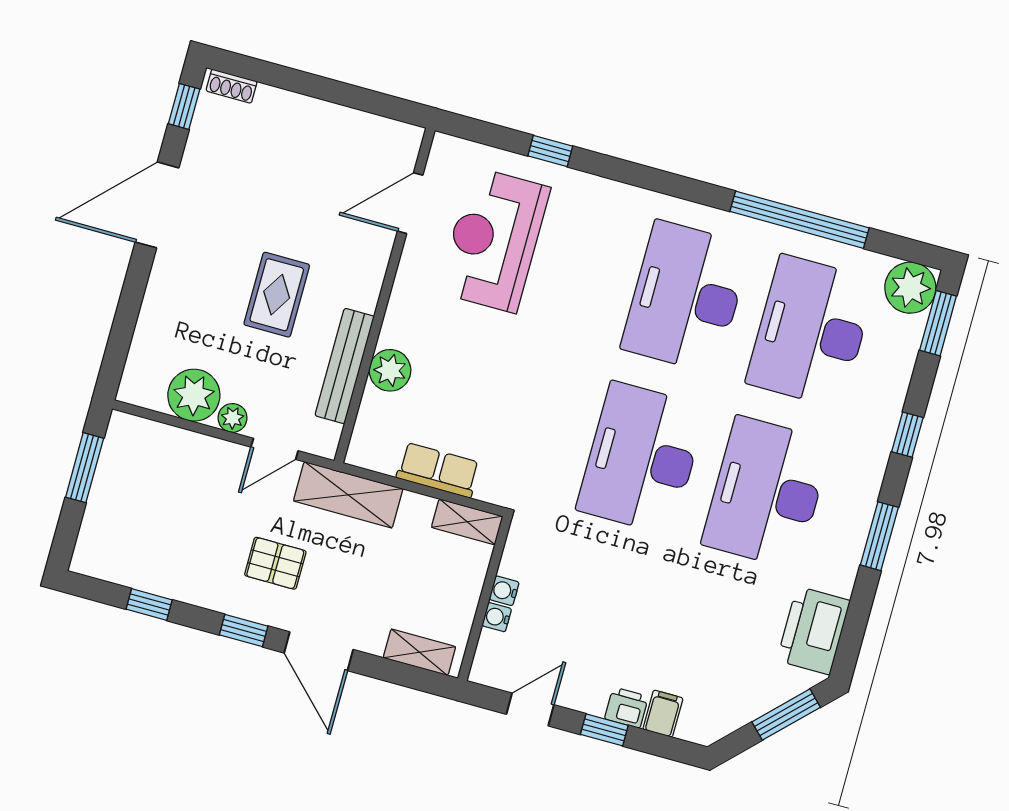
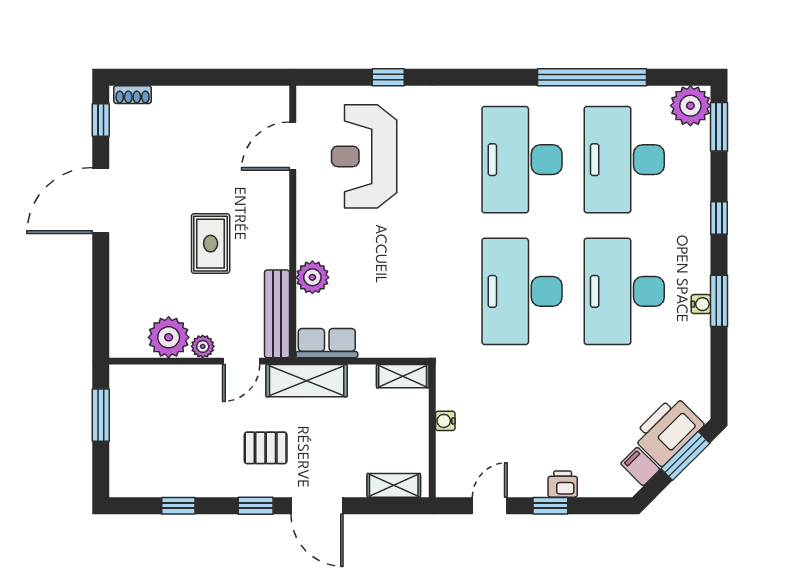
bench: (345, 366) -> (277, 314), moved
row of seats: (438, 470) -> (327, 343), moved
water cooler: (497, 617) -> (701, 304), moved, turned 180
printer: (813, 631) -> (668, 431), moved, turned 45
filing cabinet: (663, 714) -> (640, 466), moved, turned -45

